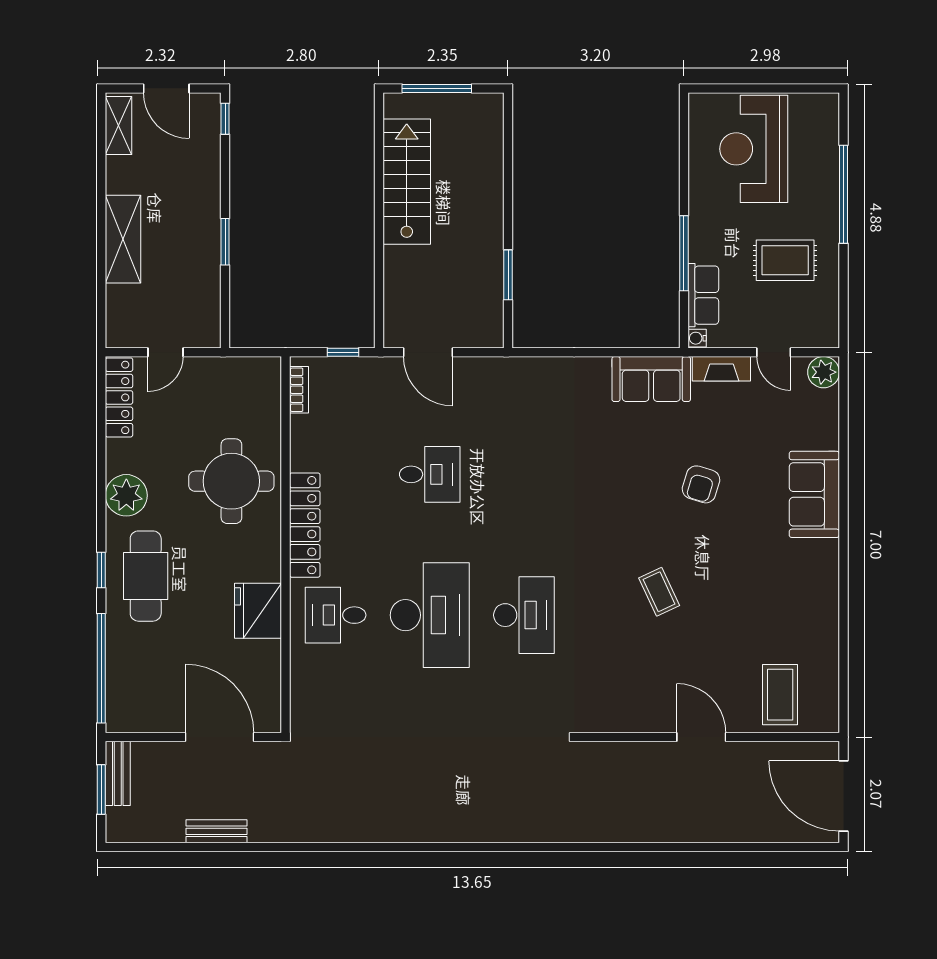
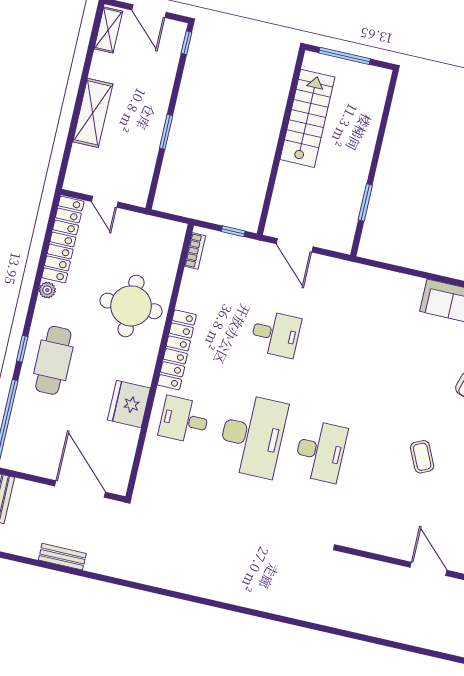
door: (165, 352) -> (105, 202), hinge flipped
locker: (119, 397) -> (63, 239), width x1.41, depth x1.21
plant: (126, 495) -> (47, 290), width x0.53, depth x0.53

